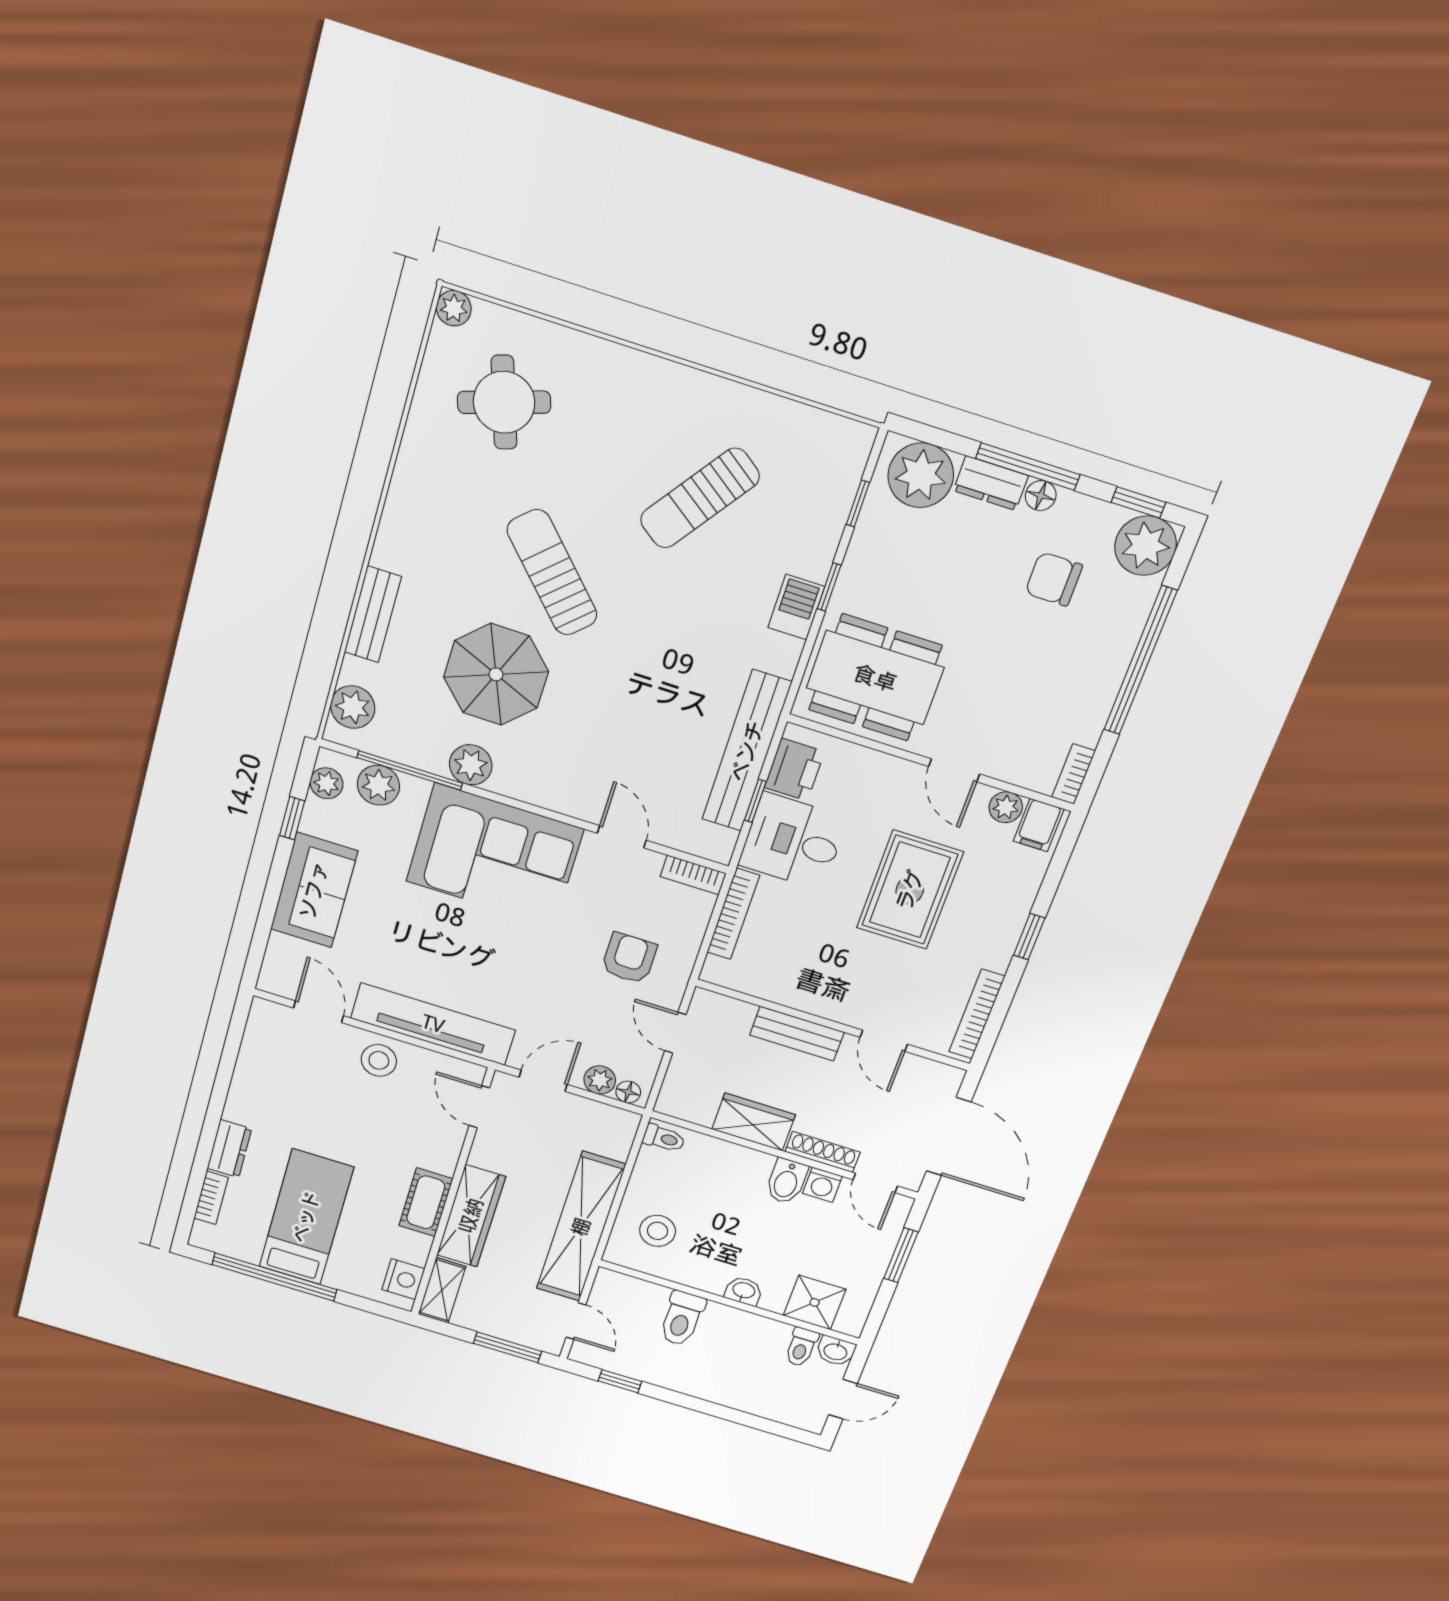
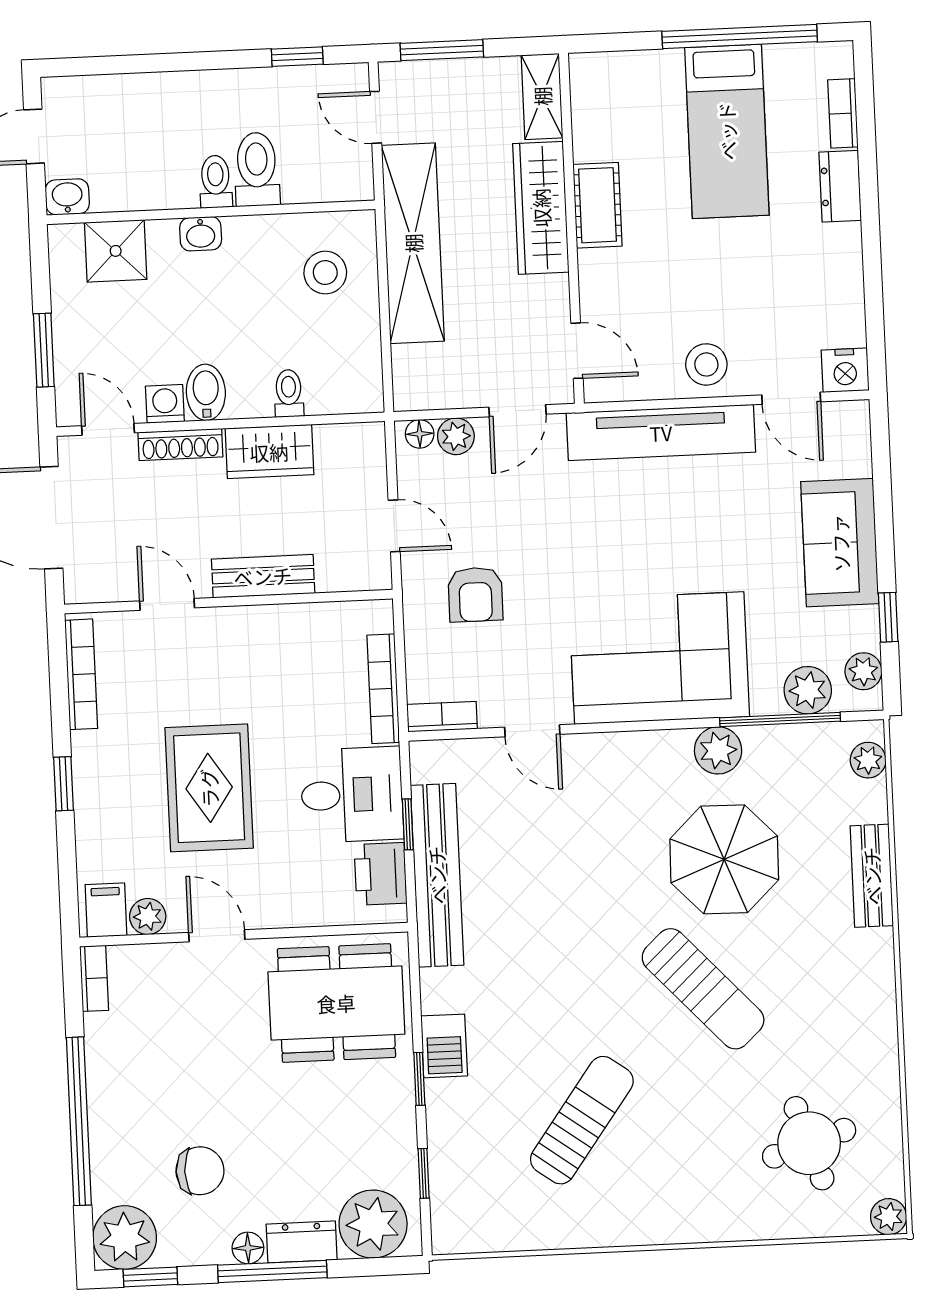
plant: (353, 707) -> (868, 760), width x0.73, depth x0.73
toilet: (664, 1138) -> (289, 393), moved, turned 90
nightstand: (403, 1279) -> (845, 370), moved, turned -90
toilet: (801, 1347) -> (216, 182), moved

